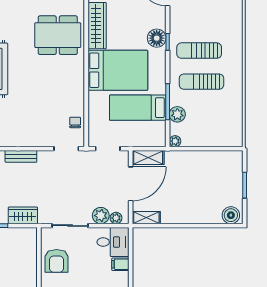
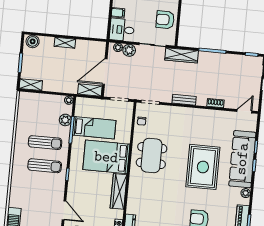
dining table: (58, 35) -> (152, 156), moved, turned 90
floor lamp: (157, 38) -> (75, 178), removed
shelving: (228, 157) -> (31, 85), added
wardrobe: (23, 215) -> (182, 55), width x1.50
shelving: (146, 218) -> (65, 43), moved
armchair: (57, 261) -> (165, 20), turned -90

